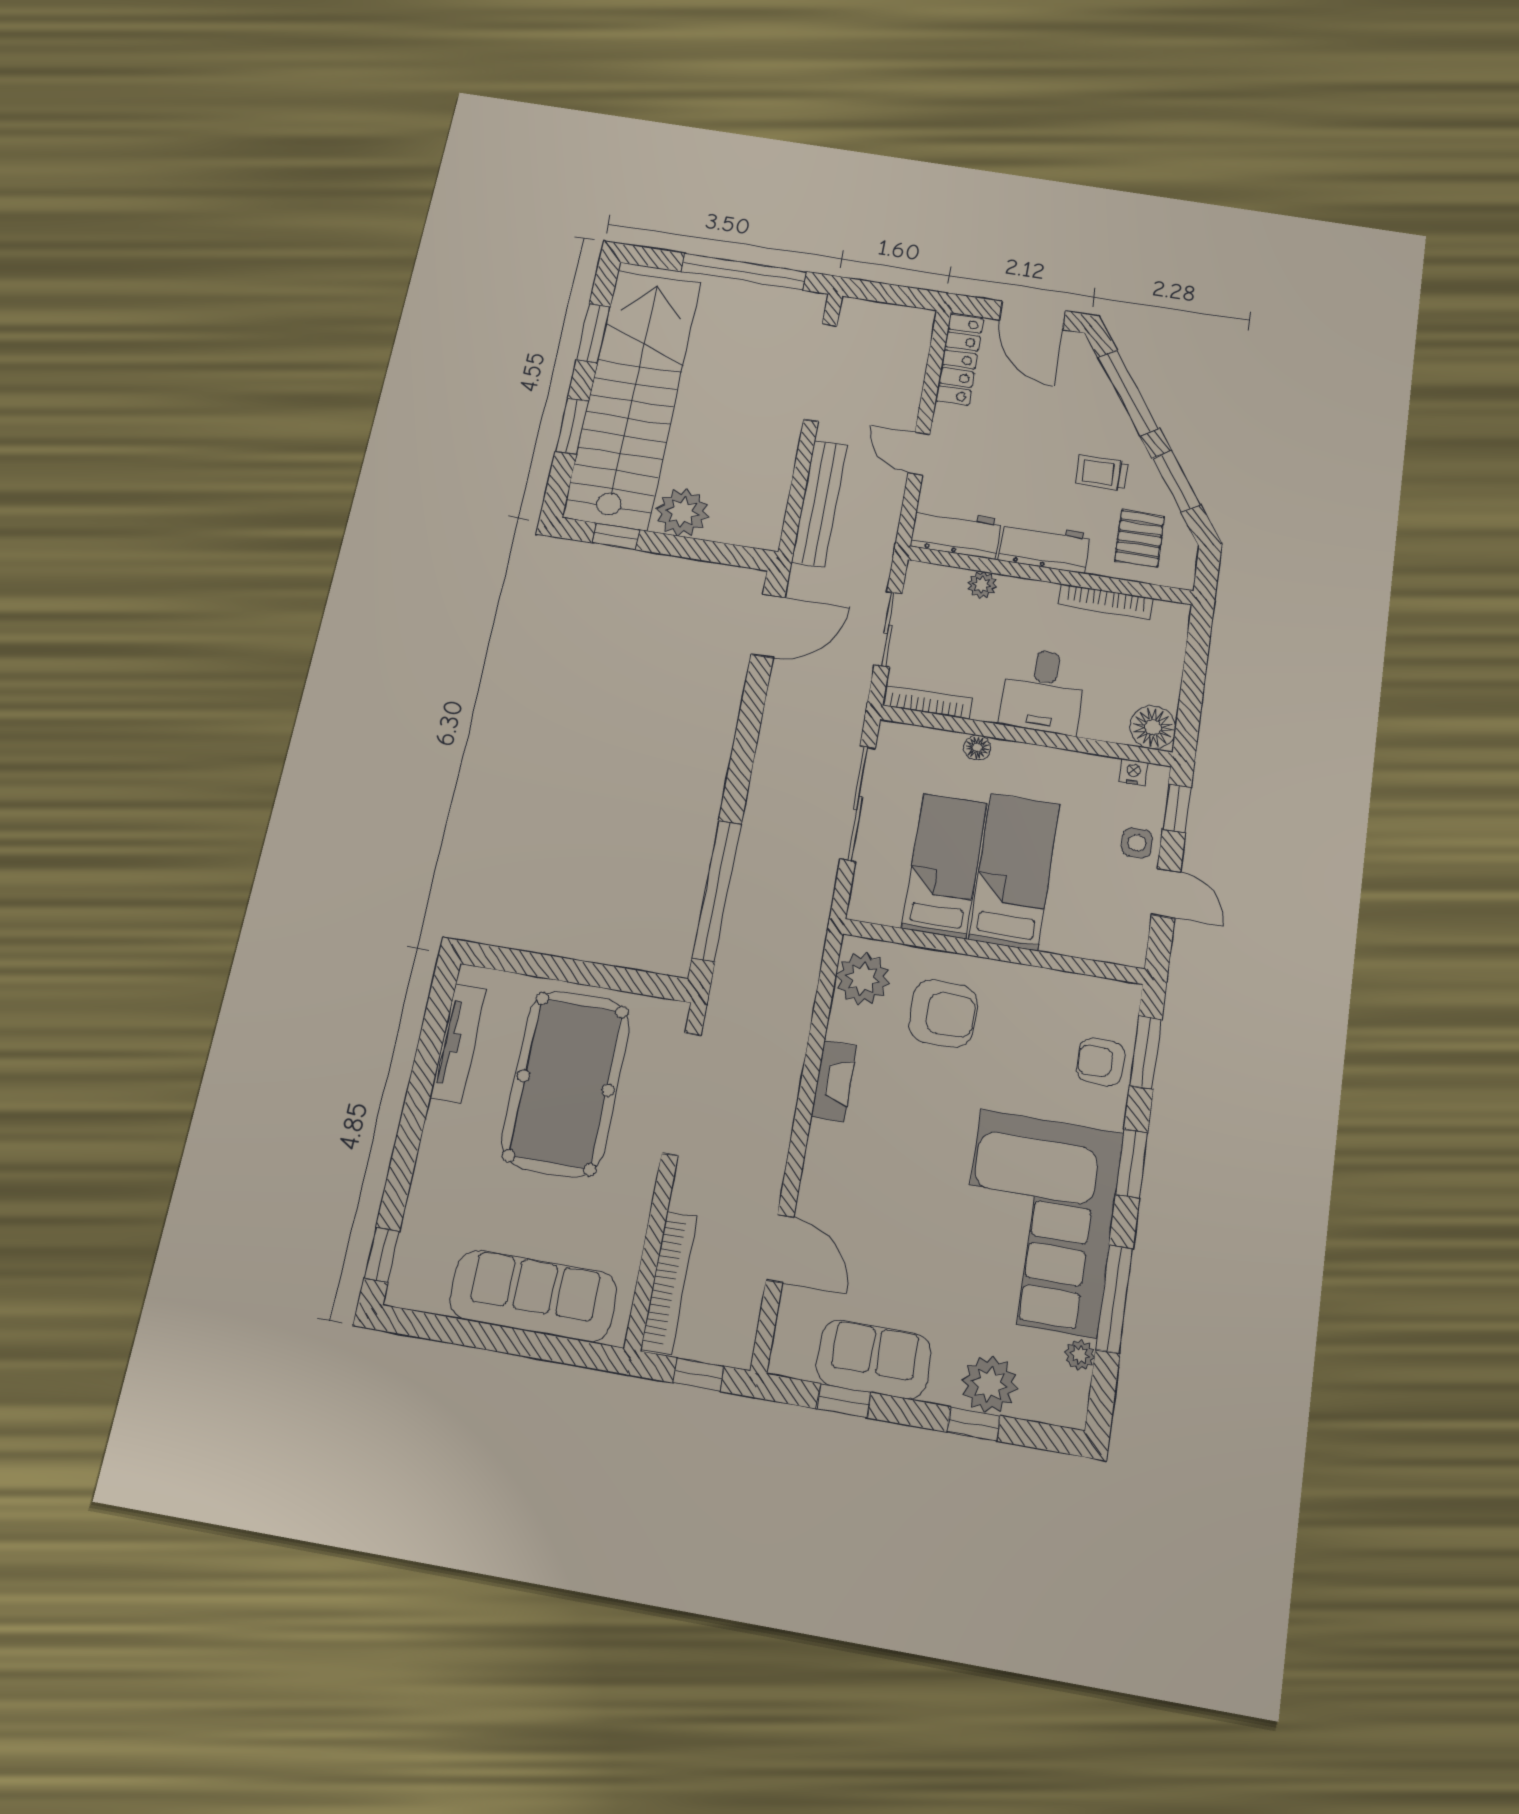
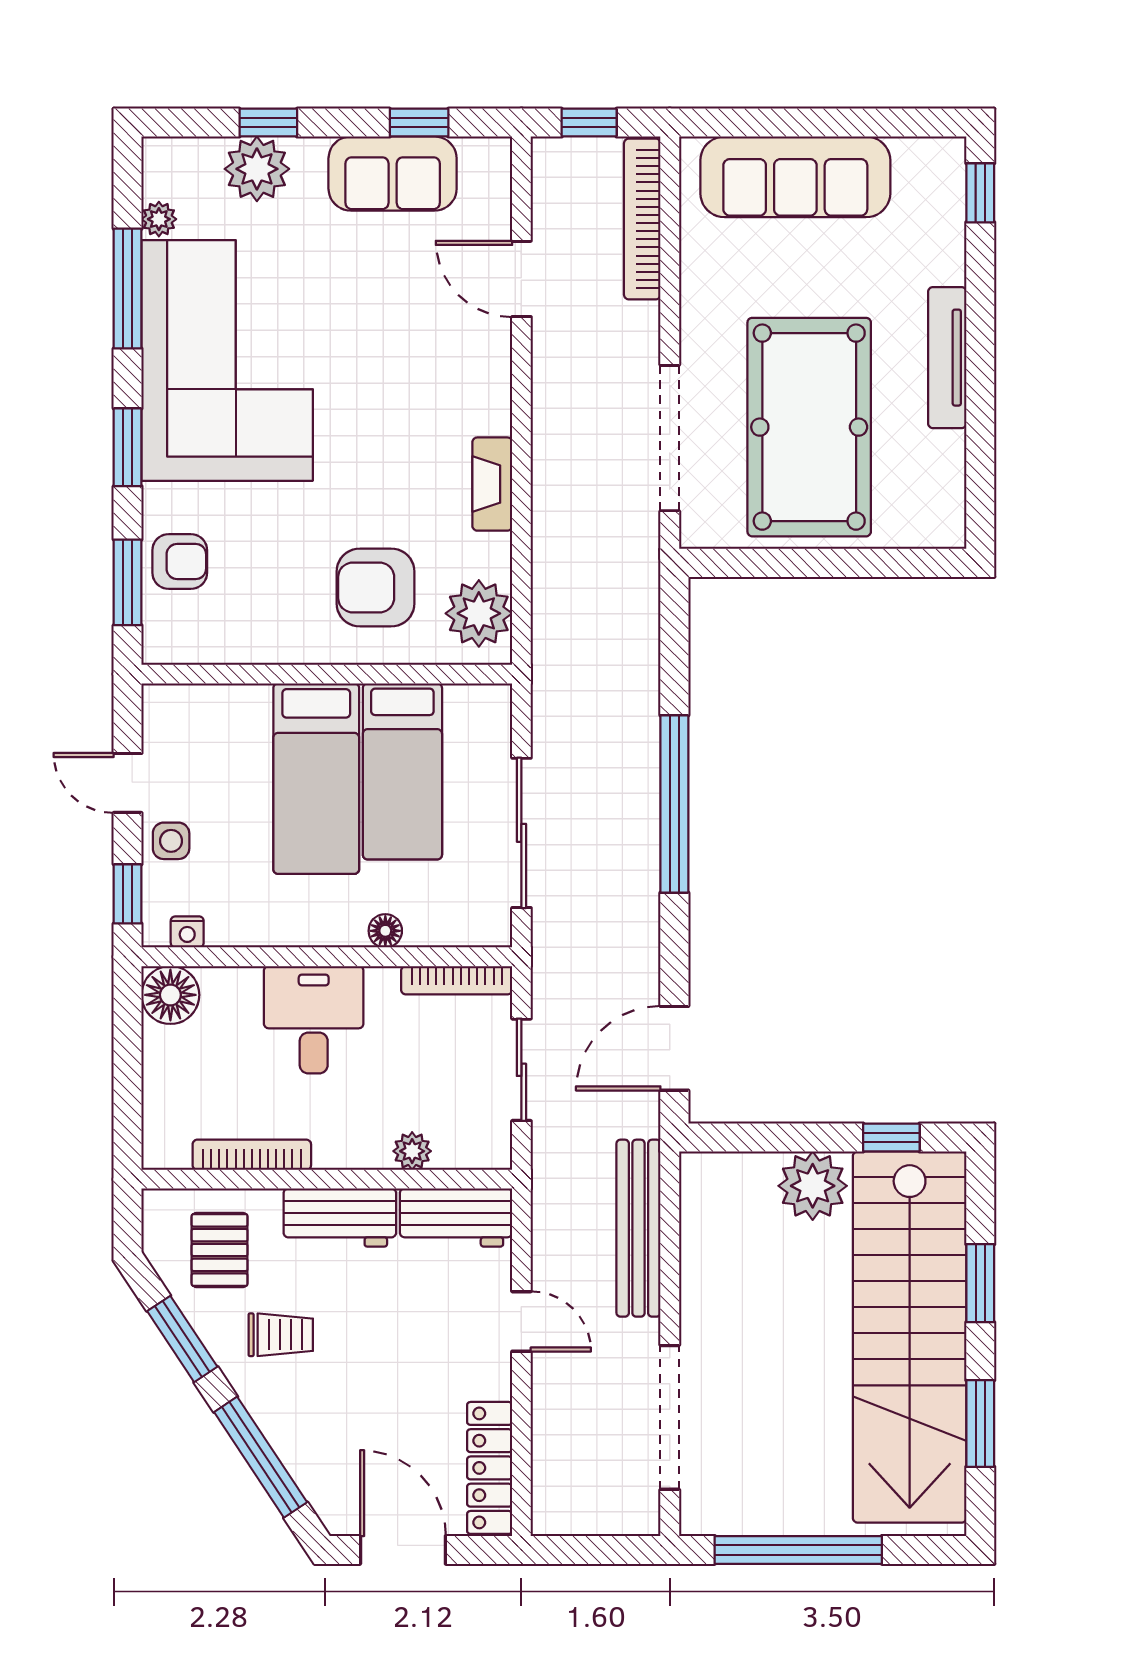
window: (717, 890) -> (674, 804), moved
tv unit: (458, 1043) -> (947, 358), moved

